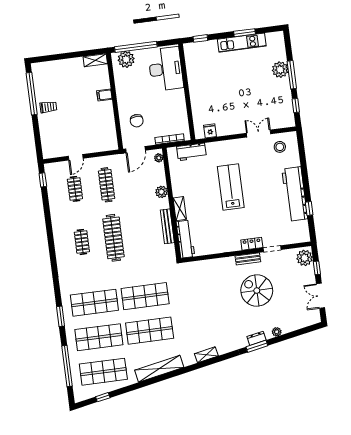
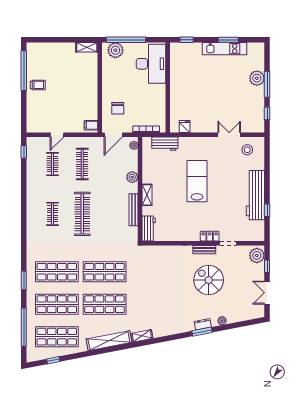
filing cabinet: (104, 95) -> (91, 125), moved
workbench: (185, 239) -> (149, 228), width x0.73
shelving: (206, 355) -> (142, 336), moved

